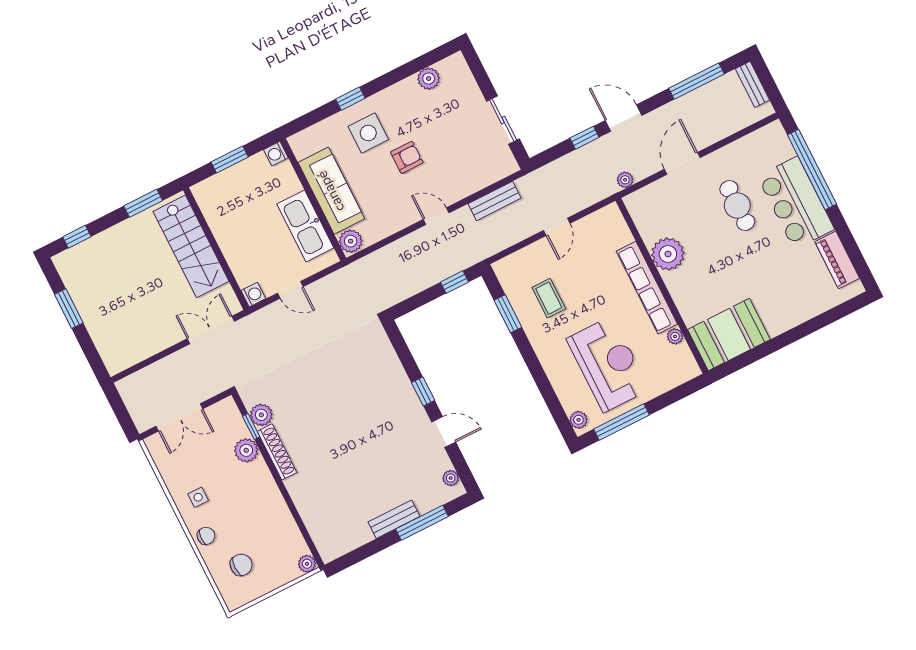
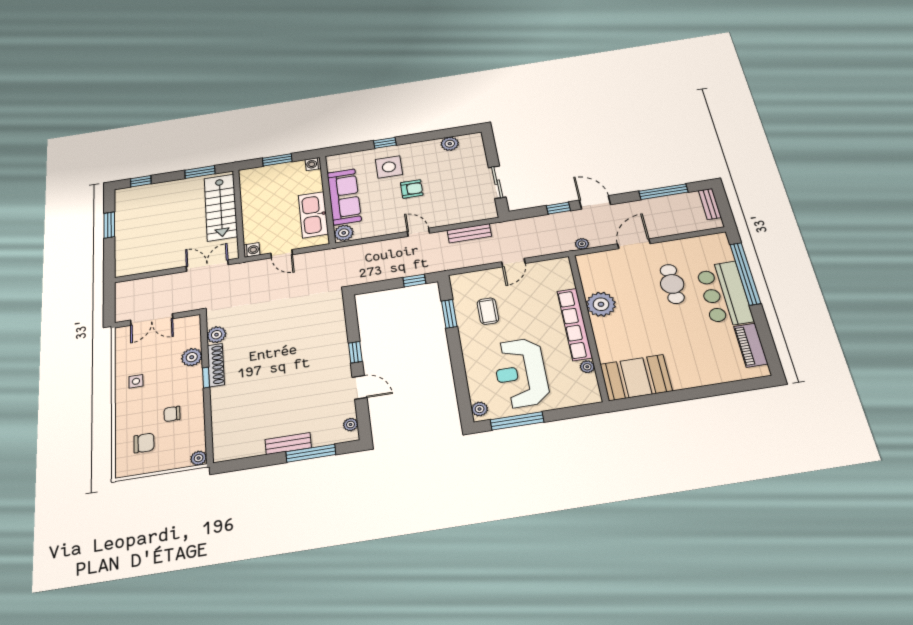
reception desk: (608, 364) -> (521, 373), turned 180
window: (251, 427) -> (206, 377), moved
chair: (206, 536) -> (172, 414), moved, turned 180

